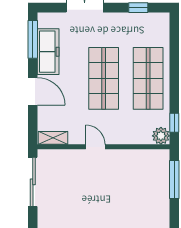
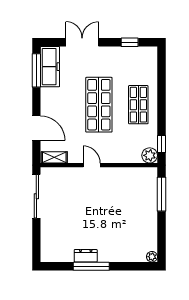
freezer: (48, 52) -> (50, 67), moved
shop shelf: (148, 78) -> (138, 105), width x0.70, depth x0.74
door: (33, 91) -> (36, 128), moved

